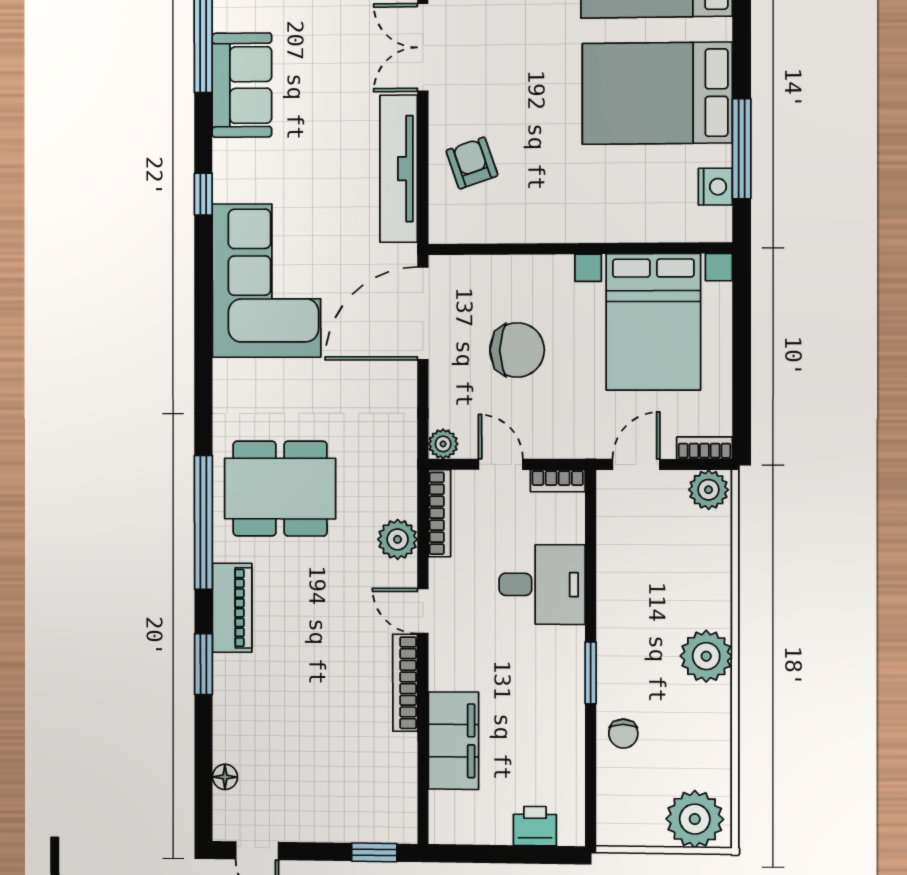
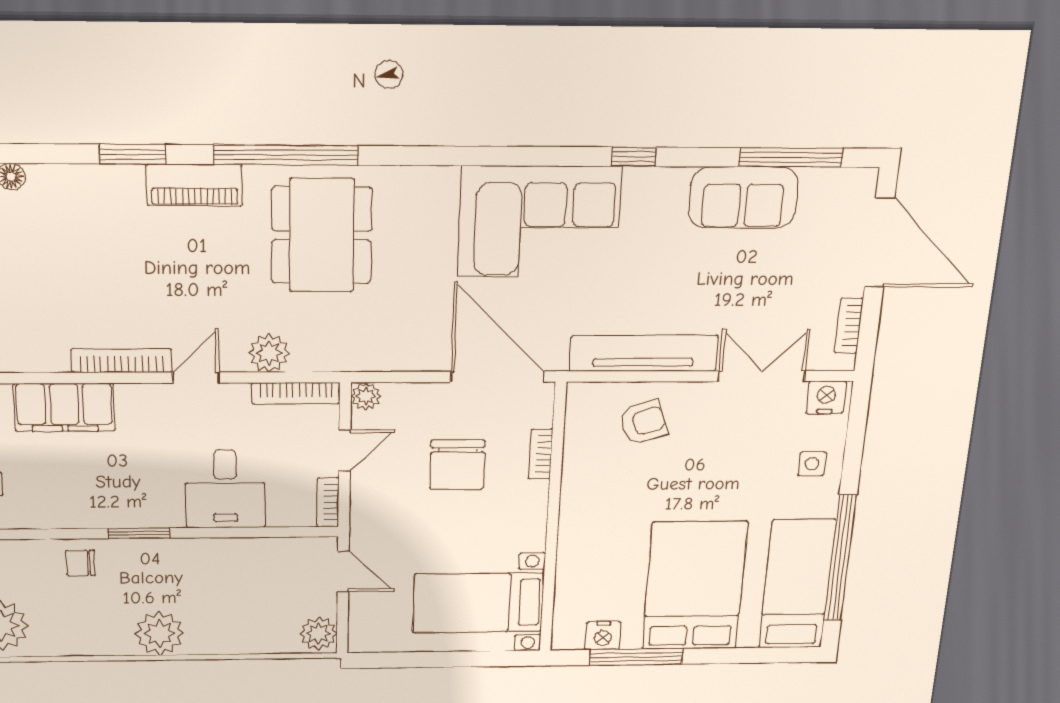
bed with nightstands: (653, 322) -> (478, 603), width x0.73
bookcase: (704, 448) -> (541, 454), moved, turned 180

